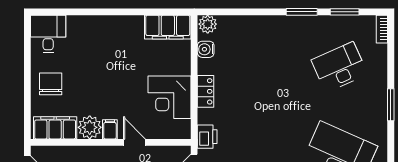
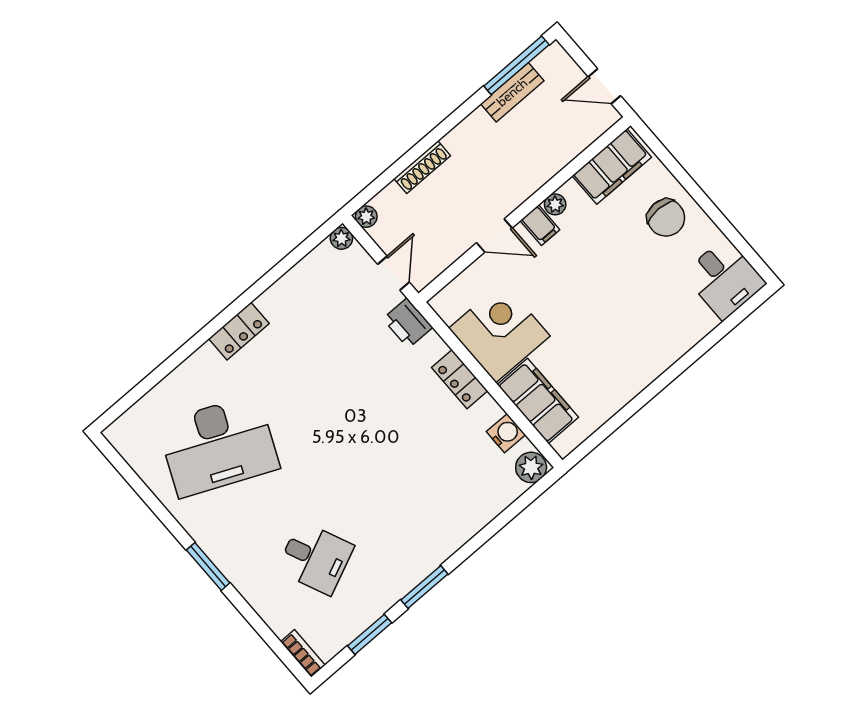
filing cabinet: (168, 27) -> (538, 401), moved, turned 90
desk: (339, 67) -> (315, 558), width x0.73
plant: (90, 127) -> (555, 204), width x0.53, depth x0.53

